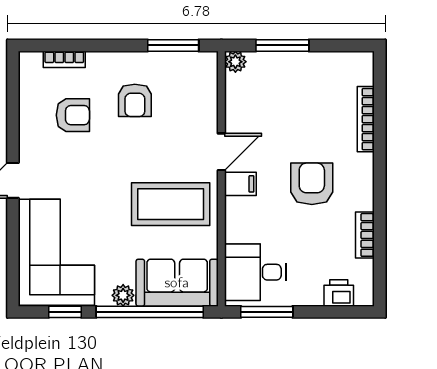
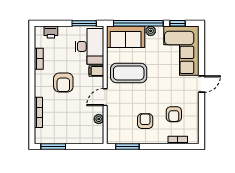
window: (282, 45) -> (53, 146), moved
plant: (235, 62) -> (99, 119), moved
armchair: (73, 115) -> (174, 114), turned -90
filing cabinet: (240, 184) -> (96, 71), moved
desk: (255, 272) -> (89, 46), width x1.37

